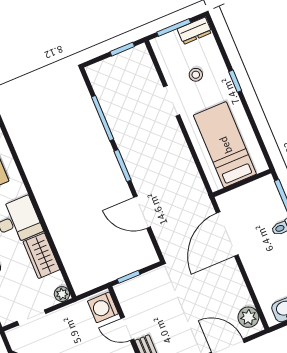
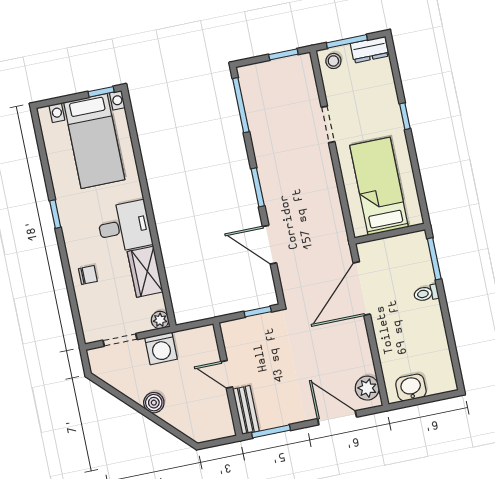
stool: (196, 75) -> (333, 61), moved
window: (103, 118) -> (241, 105), moved
window: (129, 277) -> (258, 312), moved
washing machine: (103, 307) -> (161, 348), moved, turned -90

